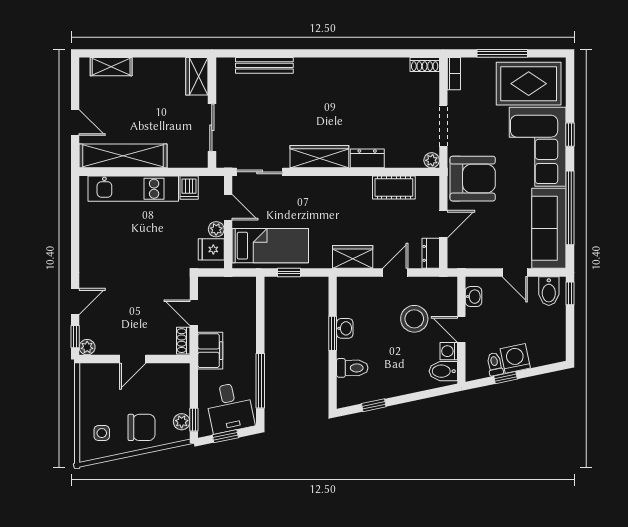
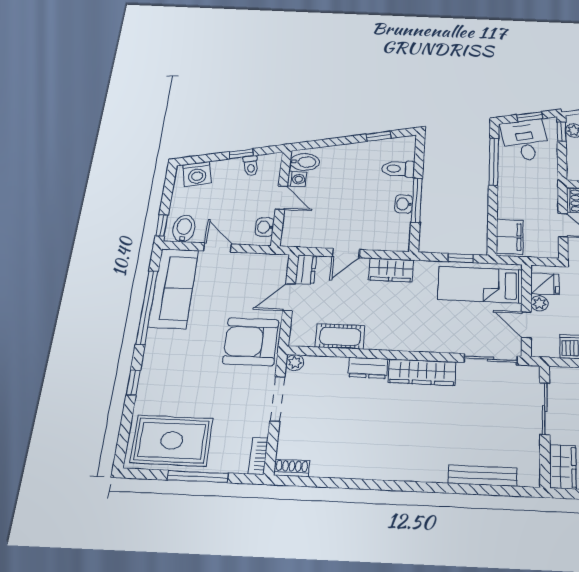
corner sofa: (538, 147) -> (172, 371), removed
stool: (414, 319) -> (330, 209), removed
window: (333, 333) -> (417, 200), width x1.44
filing cabinet: (210, 351) -> (510, 237), moved, turned 180
washing machine: (515, 358) -> (197, 174), moved

